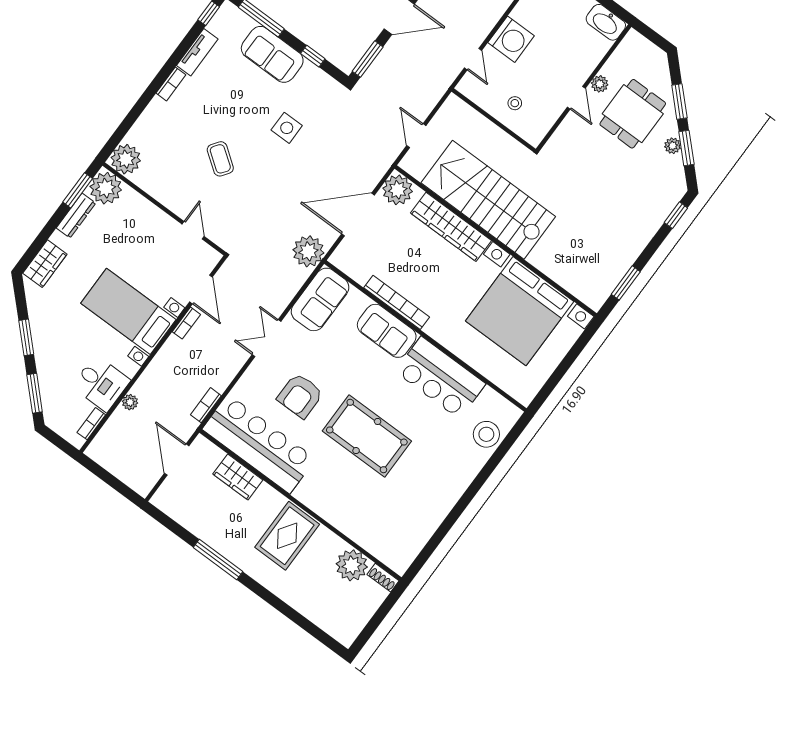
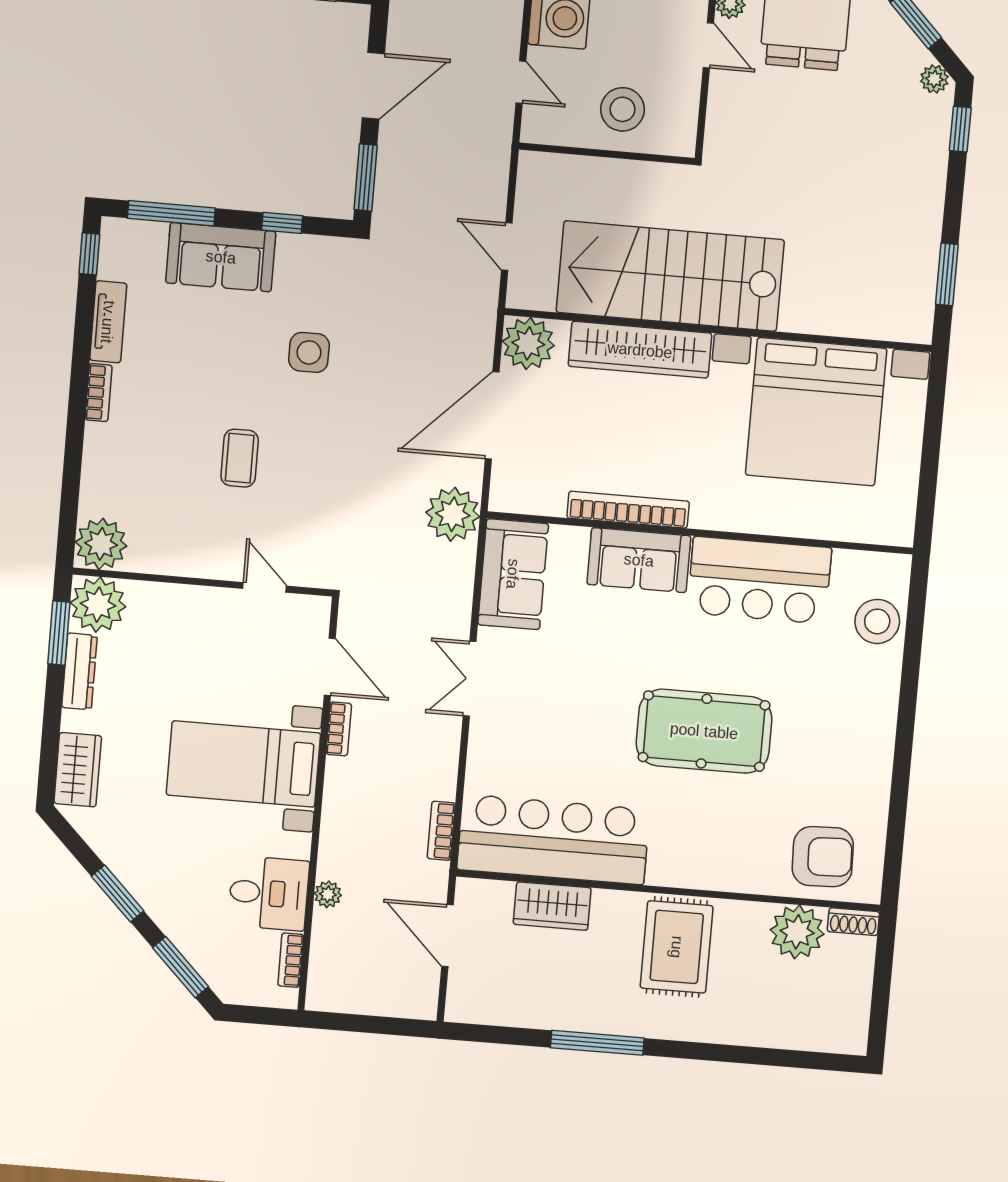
stool: (515, 103) -> (622, 109), width x1.89, depth x1.89
plant: (673, 146) -> (934, 79), moved
coffee table: (220, 159) -> (240, 458), turned 54
armchair: (300, 396) -> (823, 857), moved, turned -92

